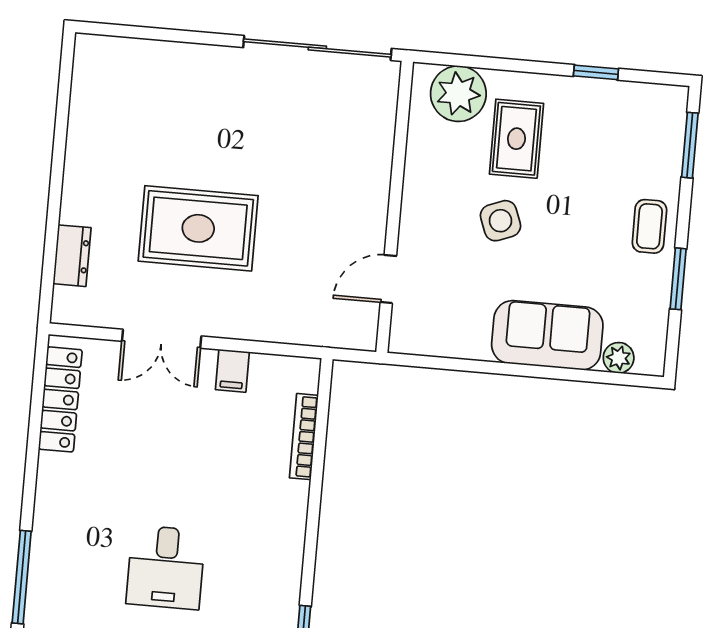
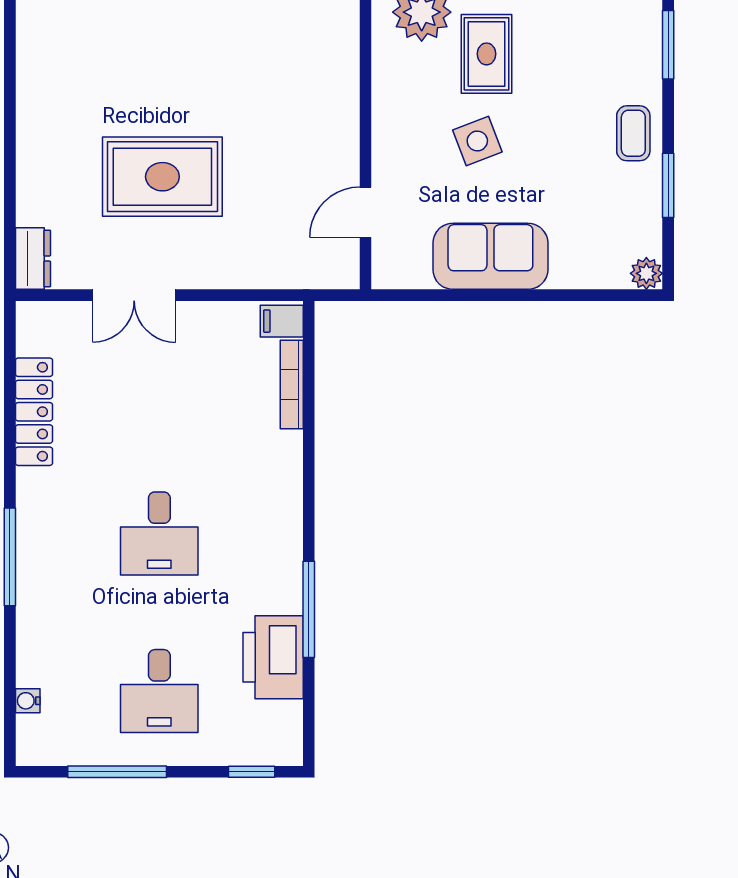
dresser: (72, 256) -> (33, 259), moved
sofa: (547, 335) -> (490, 256), moved
plant: (619, 358) -> (646, 273), moved
filing cabinet: (232, 371) -> (282, 321), moved, turned 90
locker: (60, 399) -> (34, 412), moved

